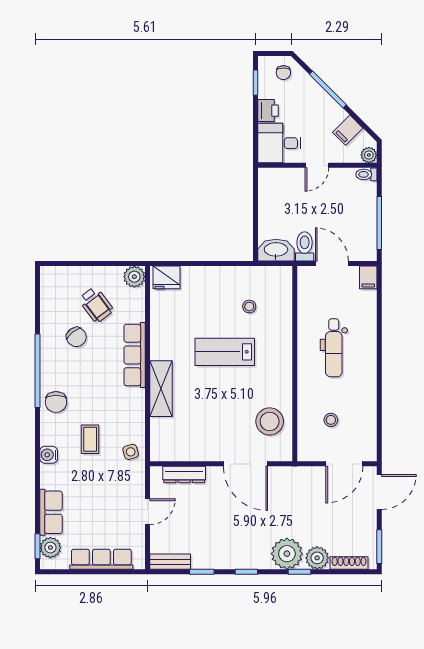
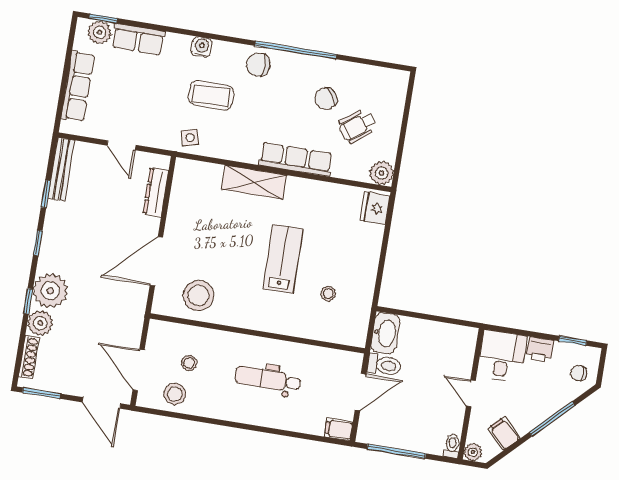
stool: (361, 428) -> (175, 394), added
coffee table: (90, 439) -> (211, 95), width x1.36, depth x1.30
bench: (170, 562) -> (61, 169), width x1.36

